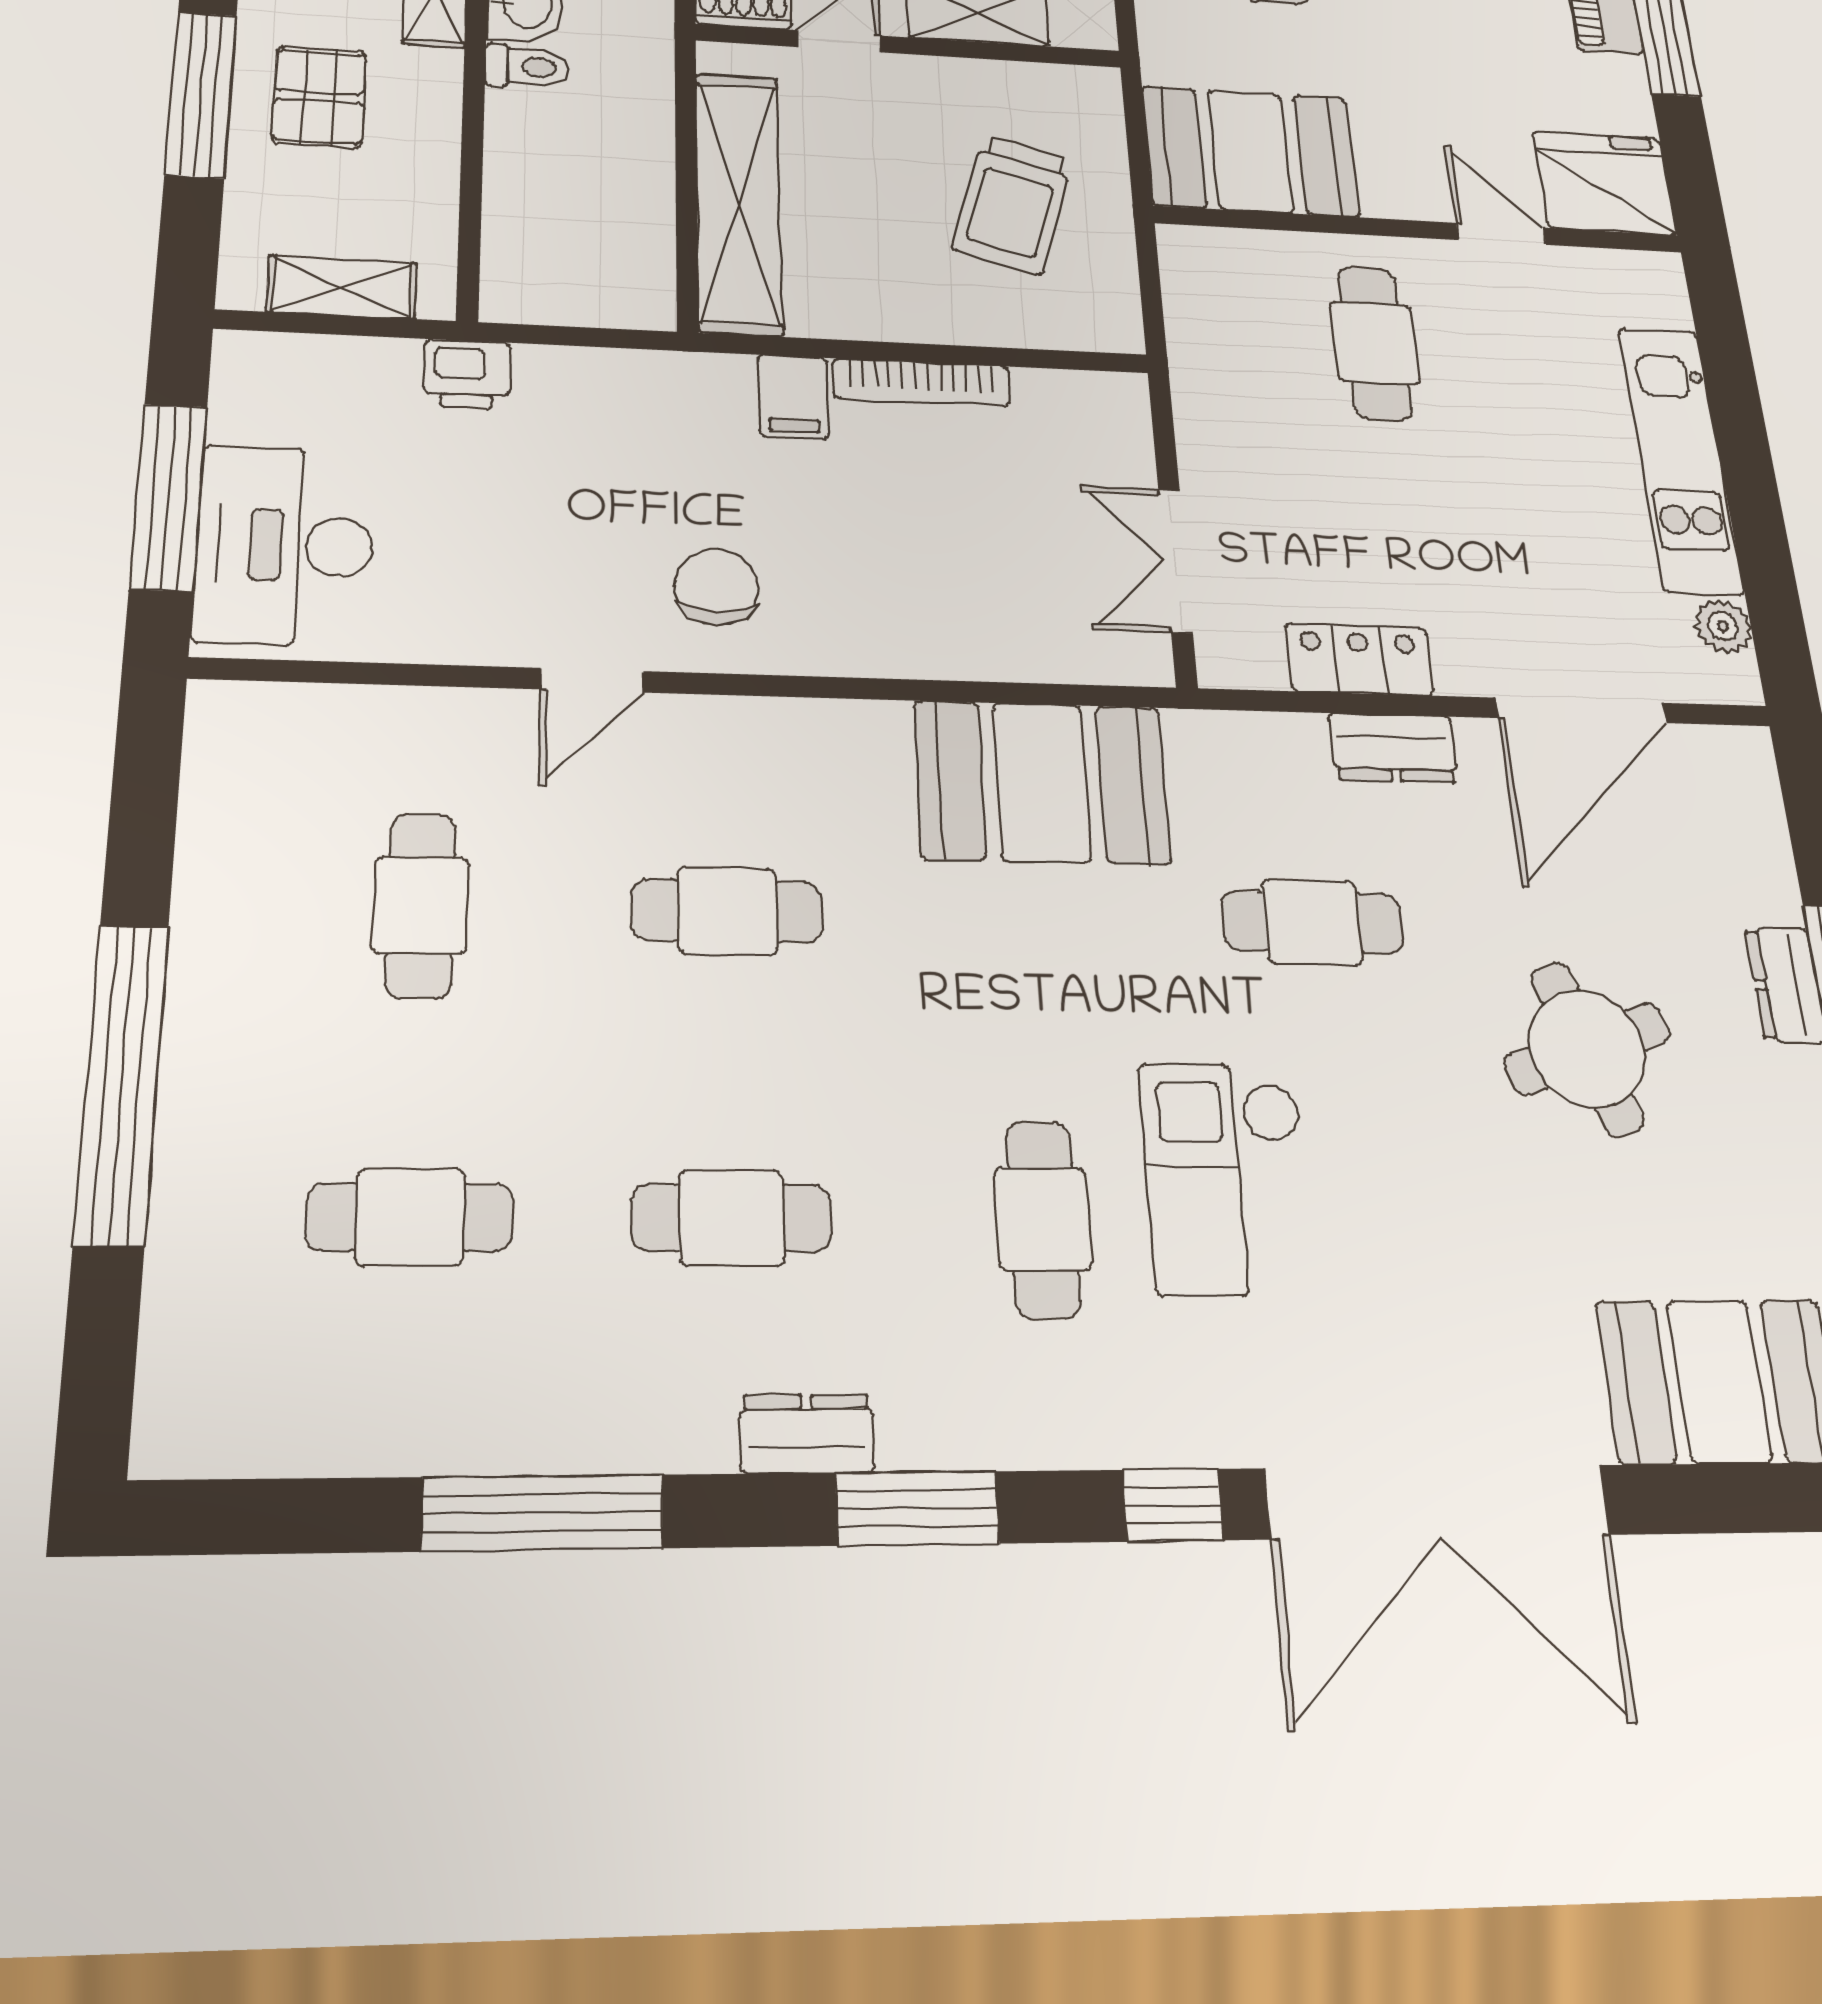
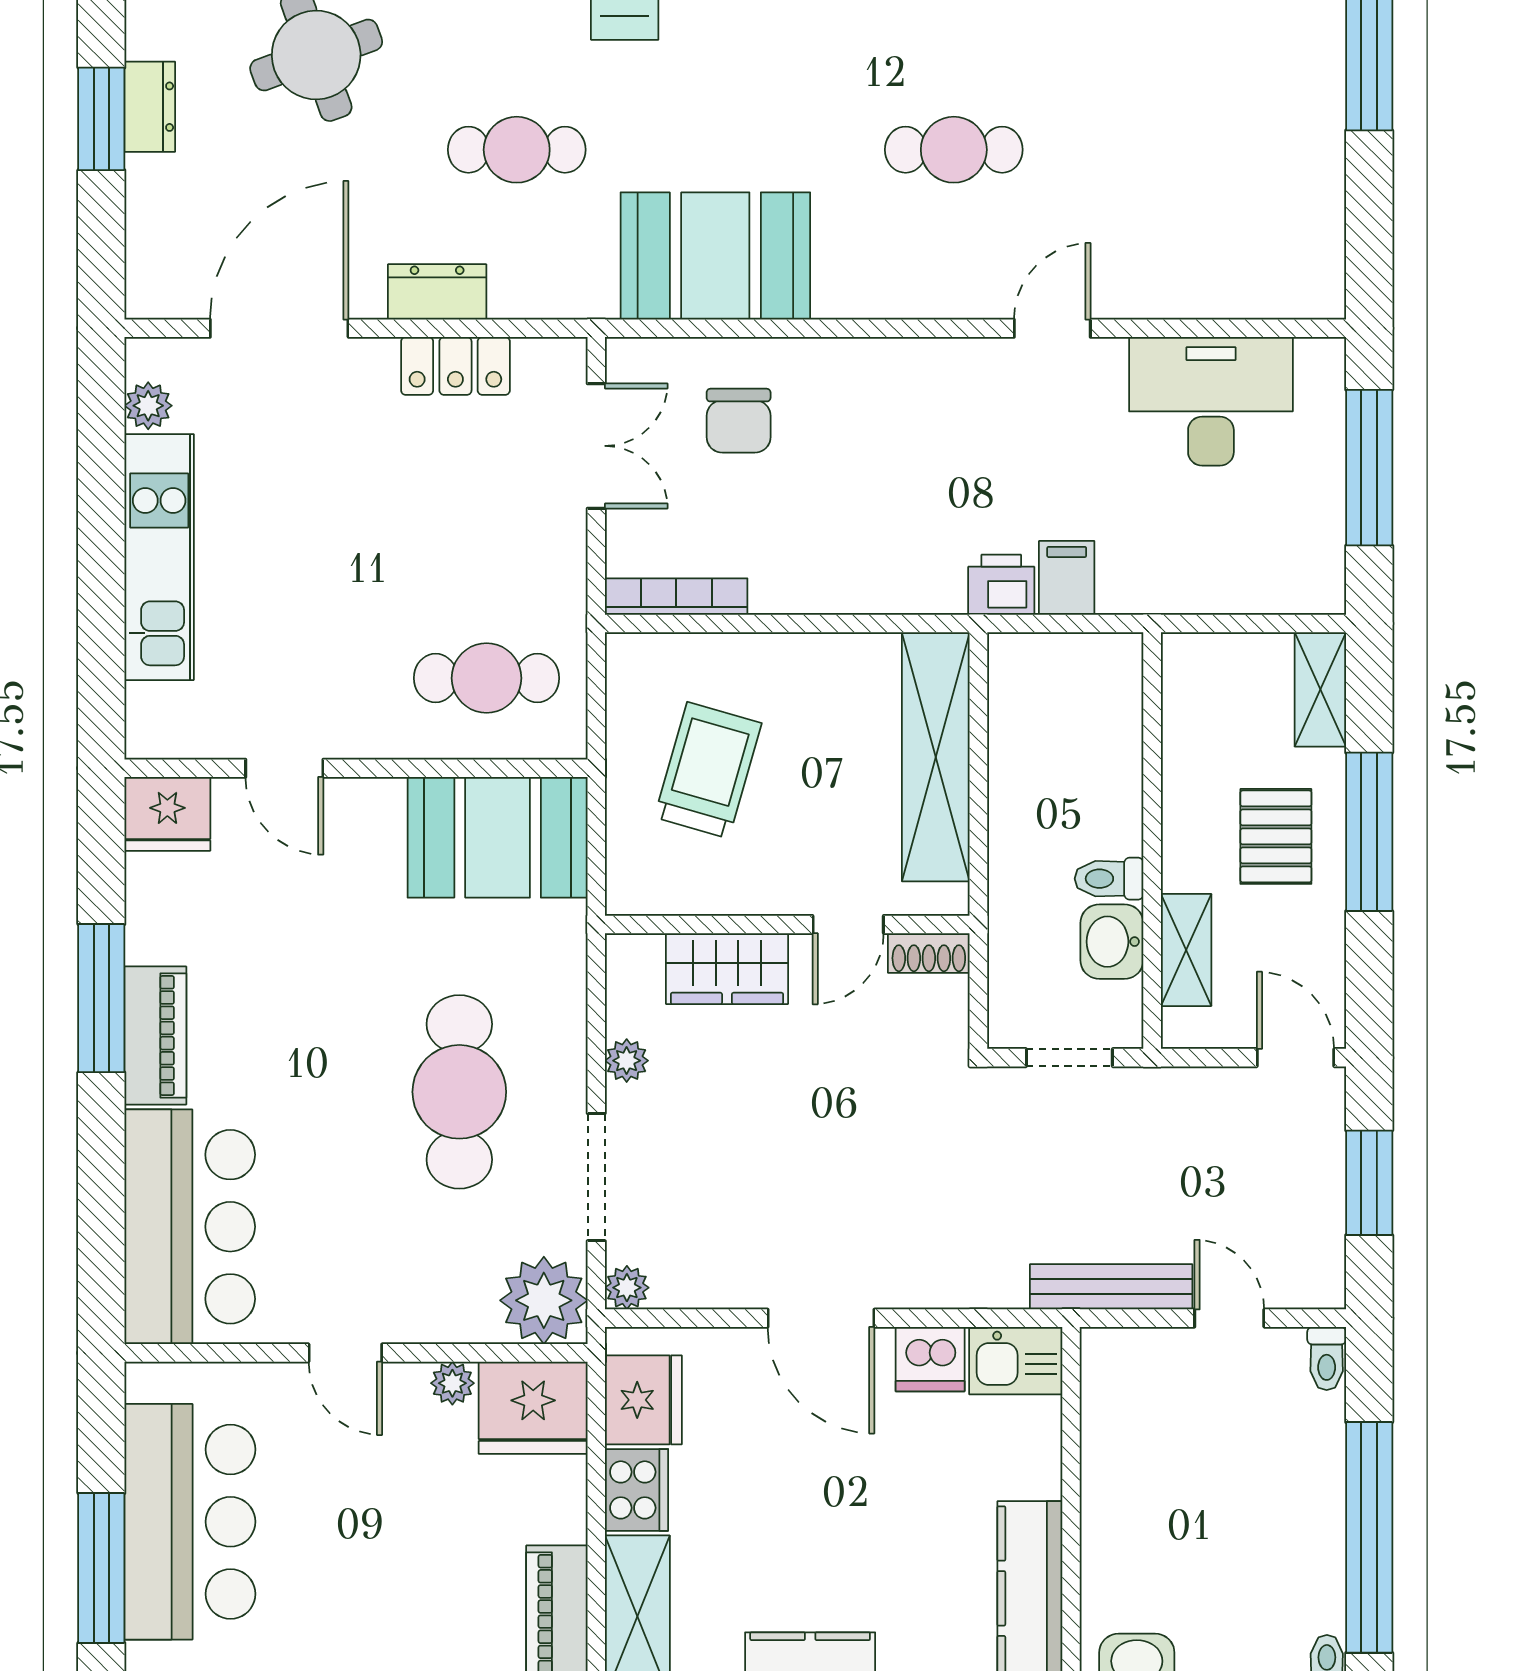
fridge: (1604, 183) -> (167, 814), width x0.73, depth x0.75
shelving: (342, 287) -> (1320, 689), moved, turned 90
cafe table: (1375, 343) -> (487, 678), moved, turned 90
printer: (467, 374) -> (1001, 585), moved
bookcase: (922, 382) -> (676, 597), moved
filing cabinet: (793, 397) -> (1067, 578), moved
desk: (285, 545) -> (1211, 401), moved, turned -90
chair: (717, 587) -> (739, 421), moved
cafe table: (421, 905) -> (1172, 150), removed

